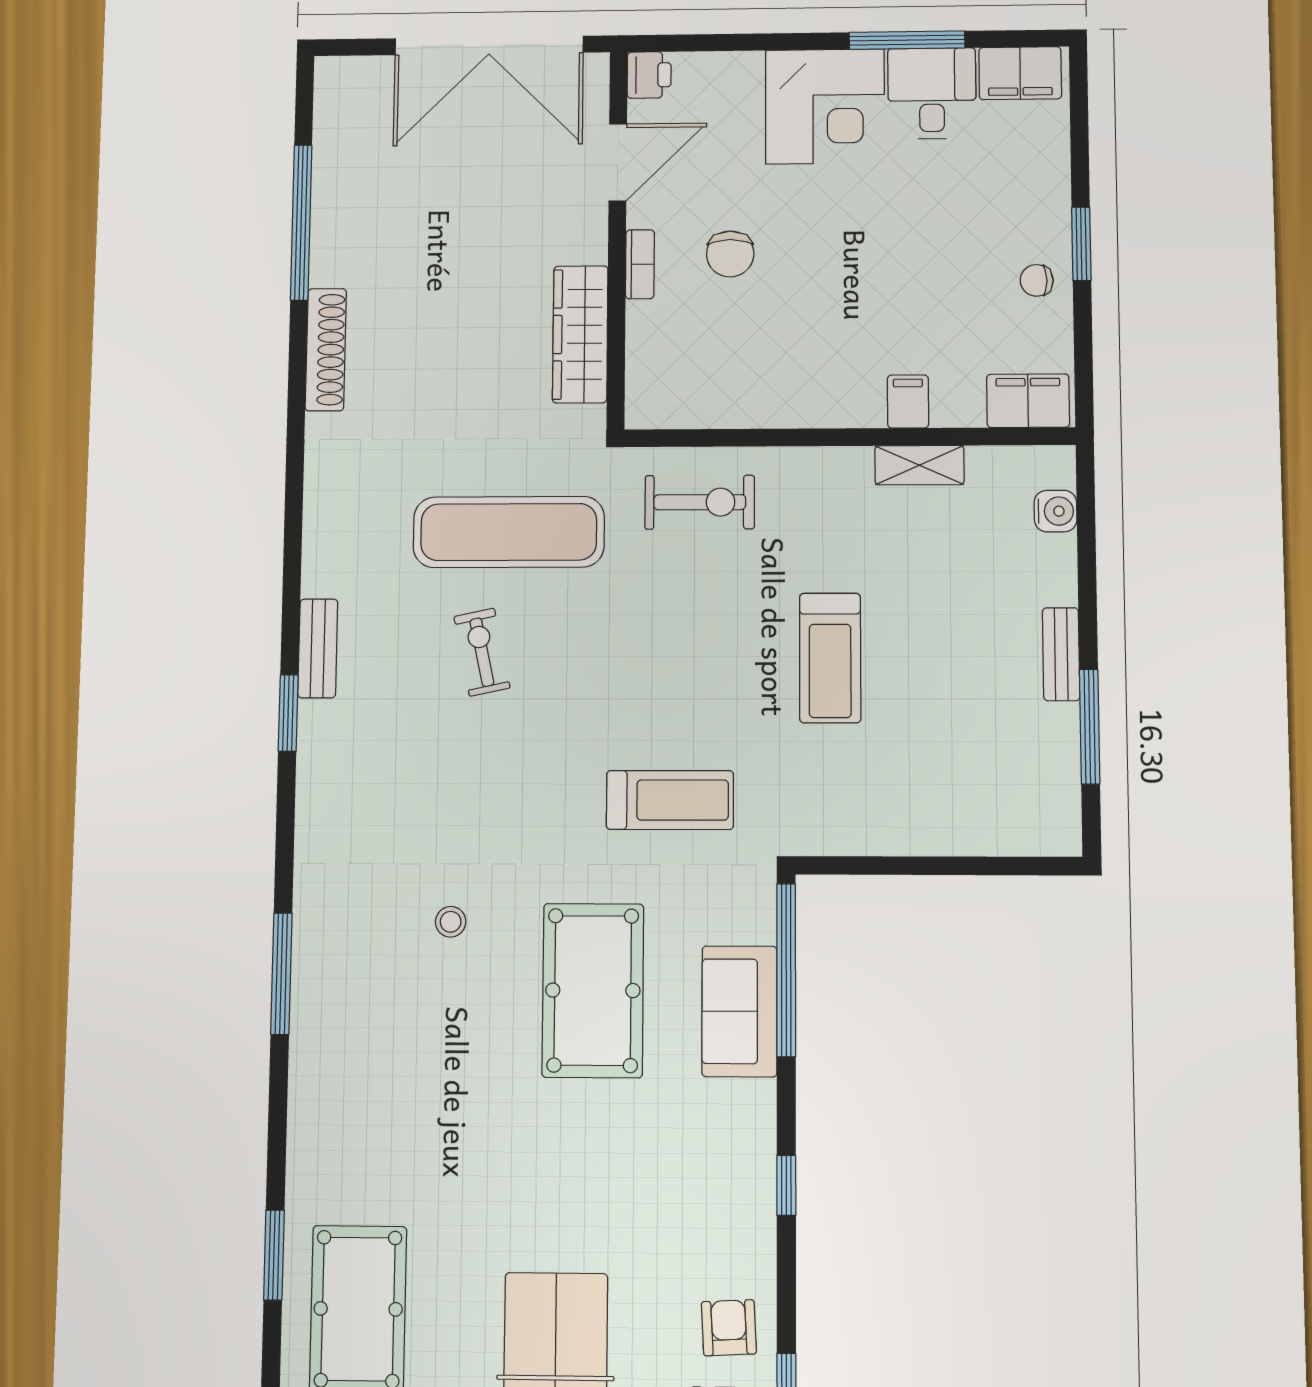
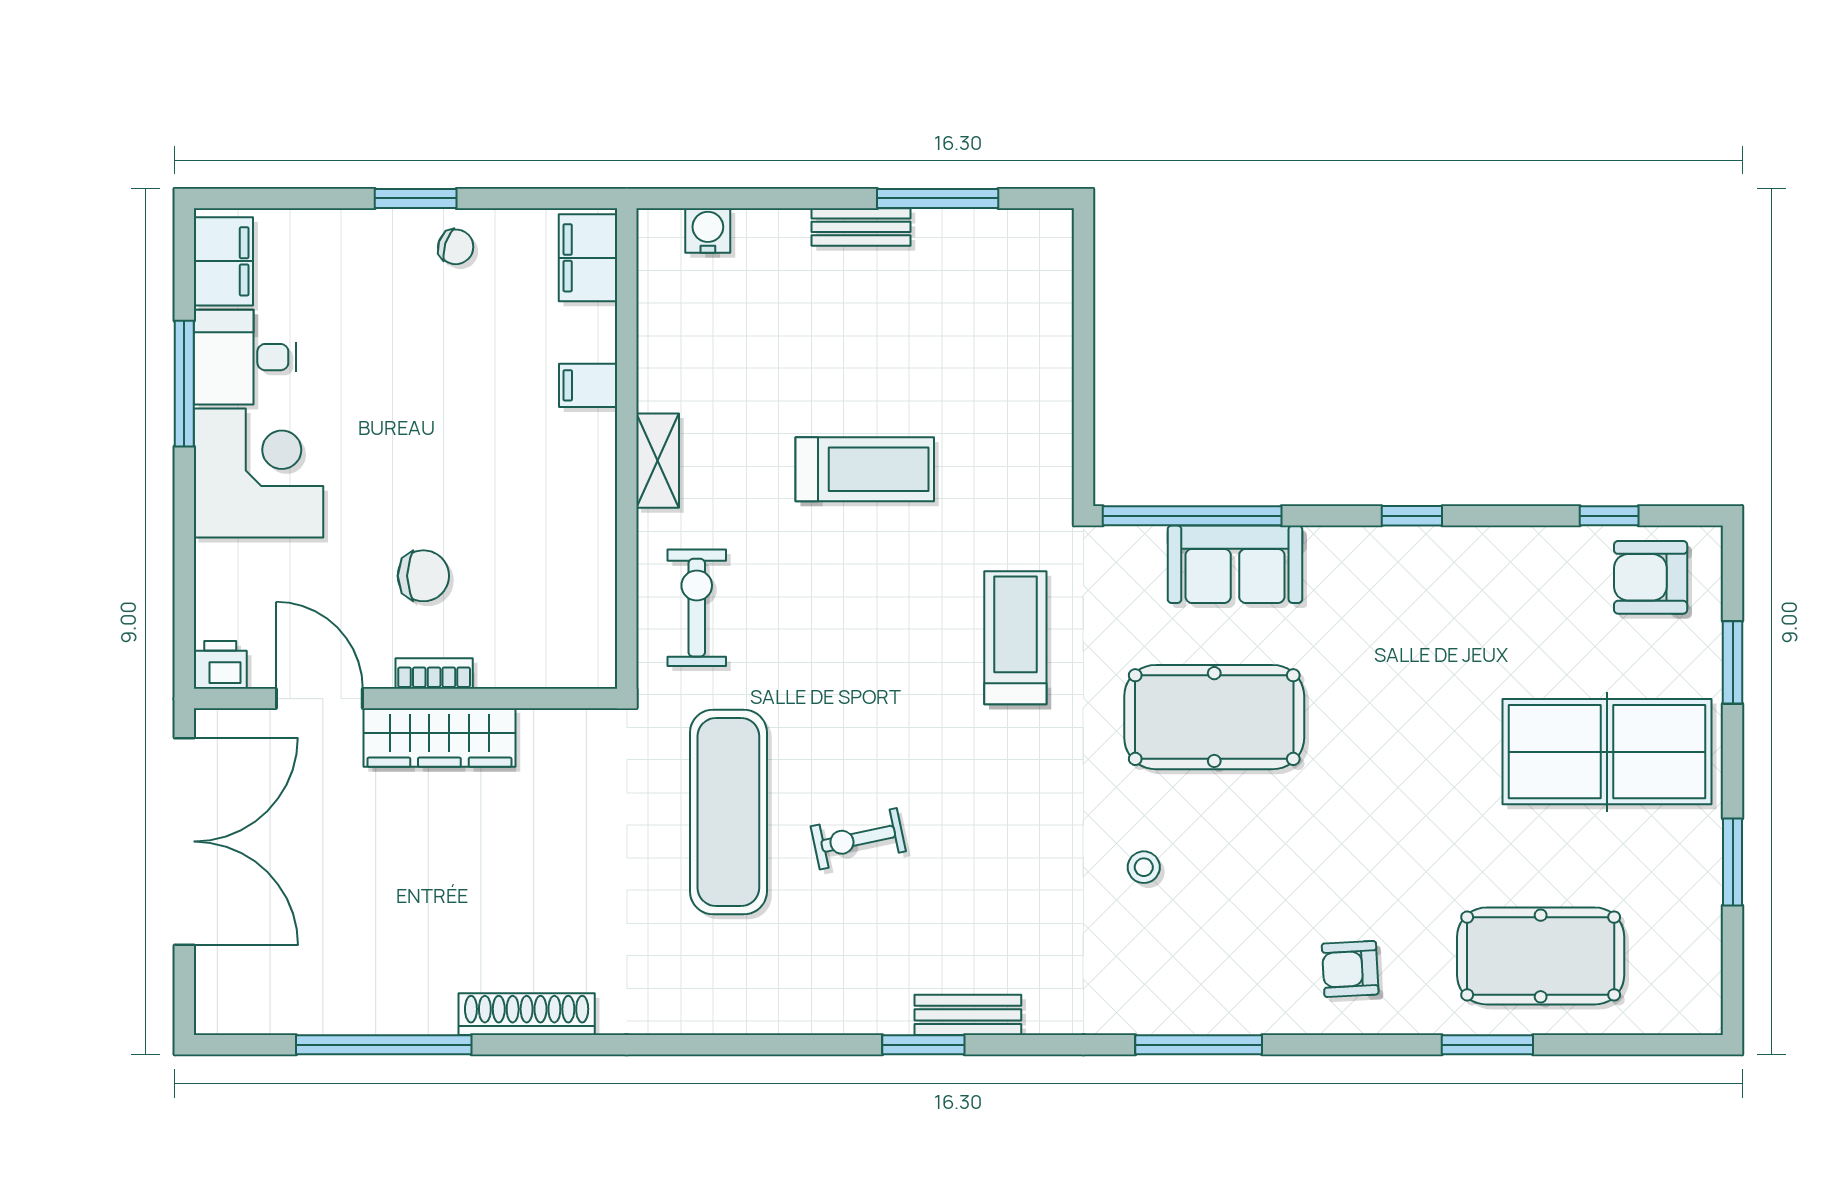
chair: (1037, 280) -> (456, 247), turned -72
wardrobe: (580, 334) -> (439, 738), moved
shelving: (919, 465) -> (658, 461), moved
bench: (318, 648) -> (968, 1015), moved
armchair: (729, 1328) -> (1350, 969), moved

